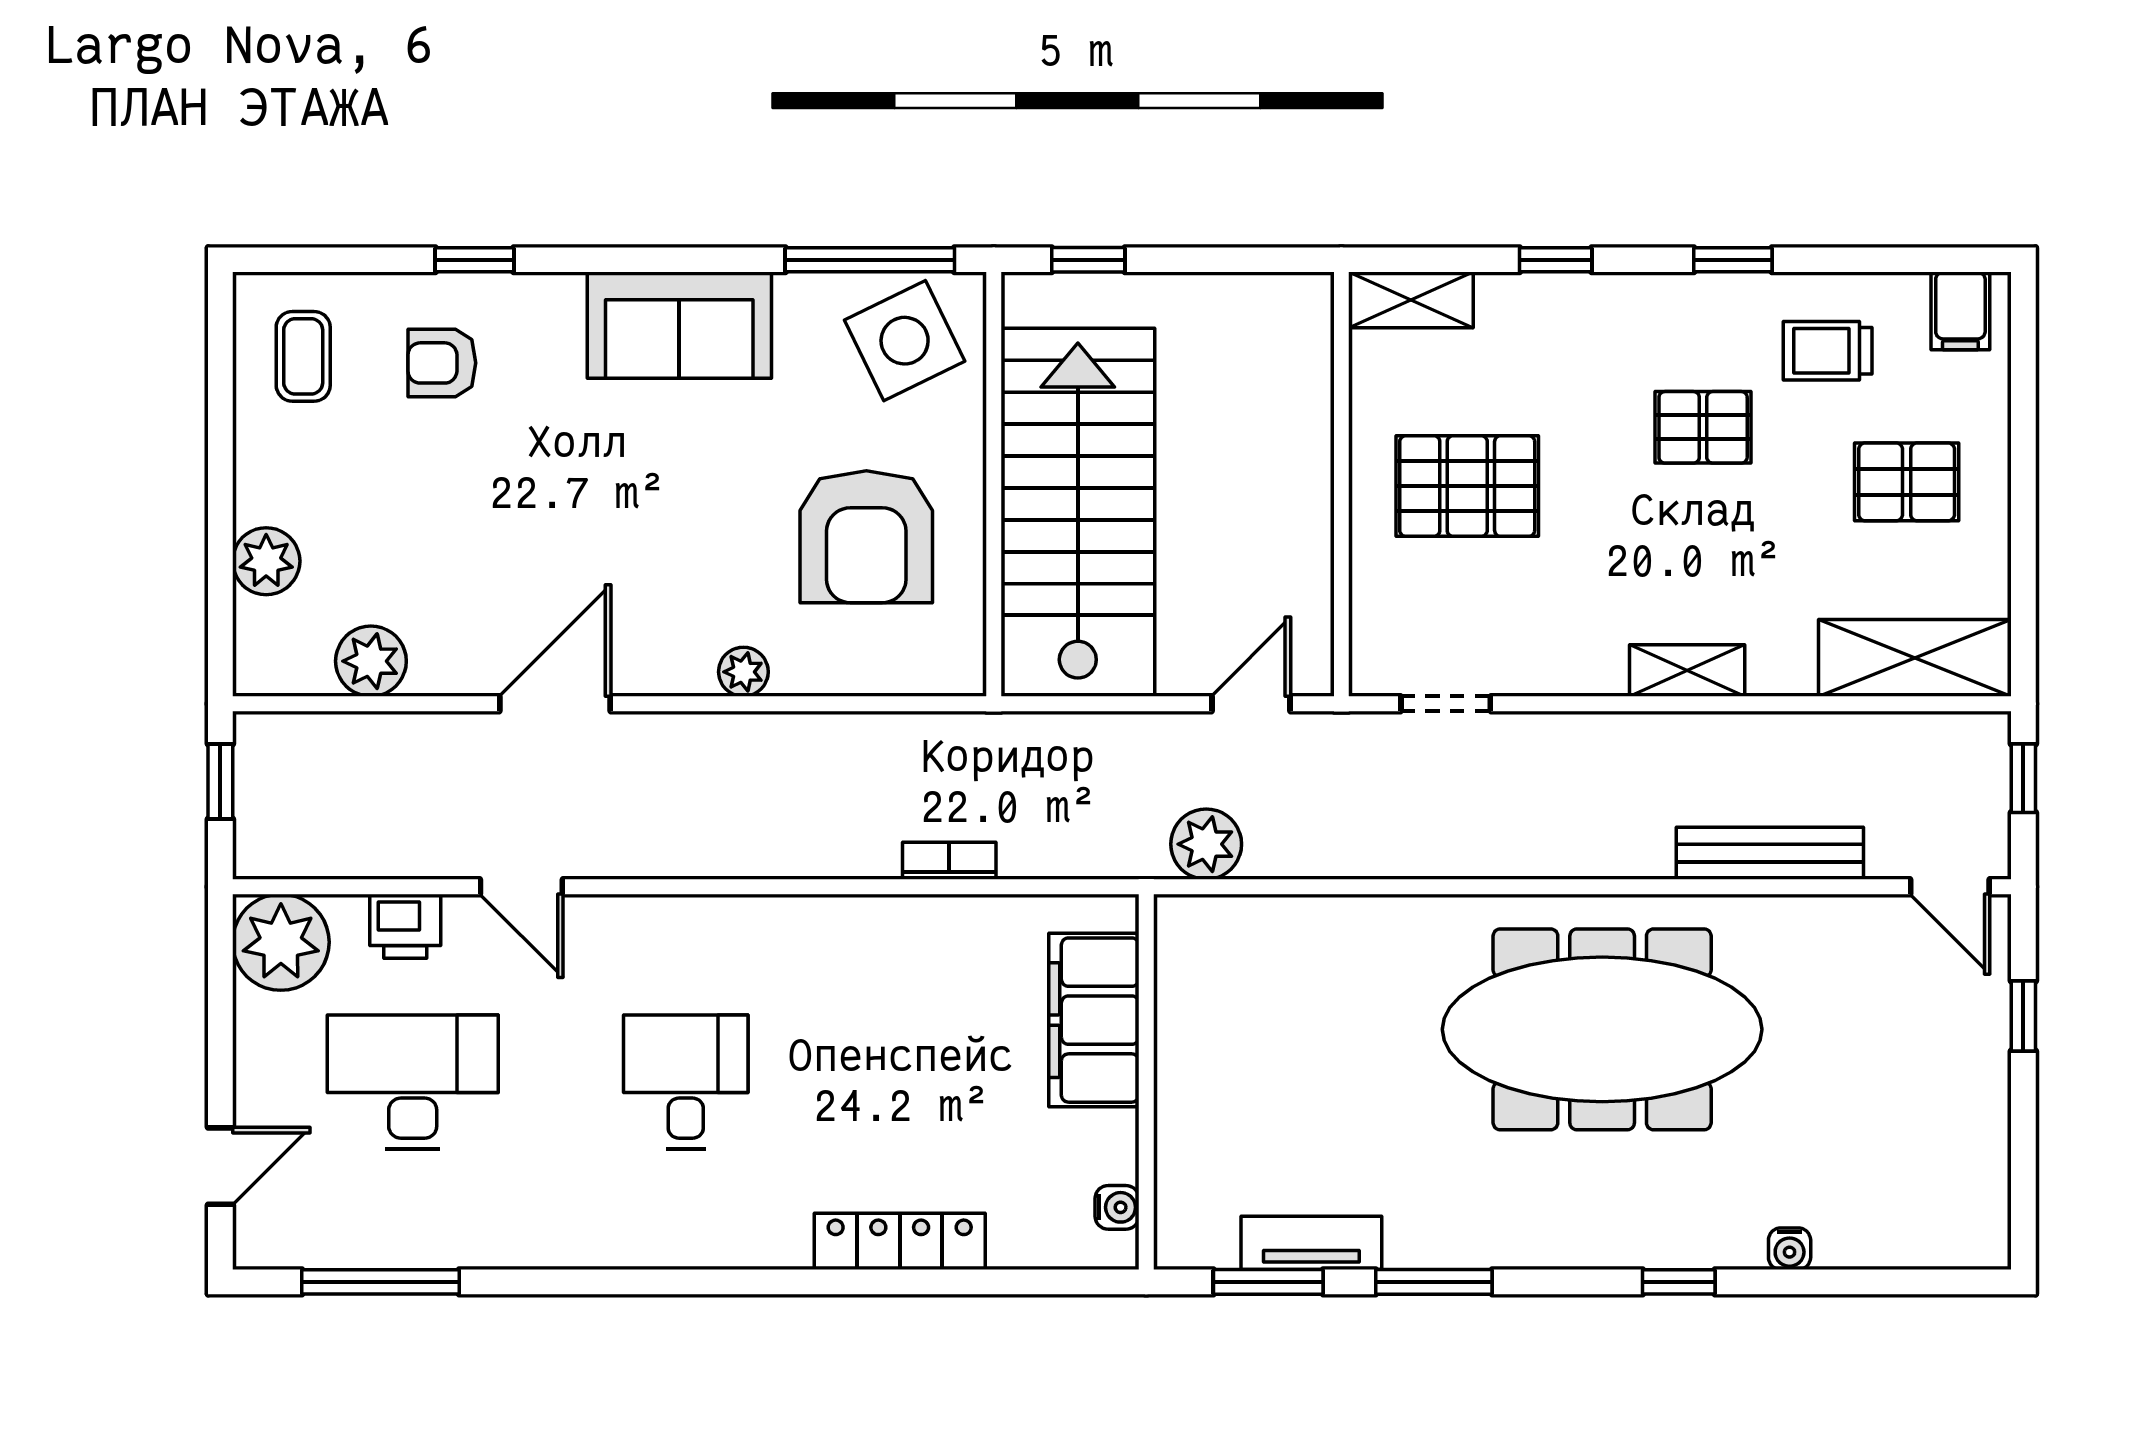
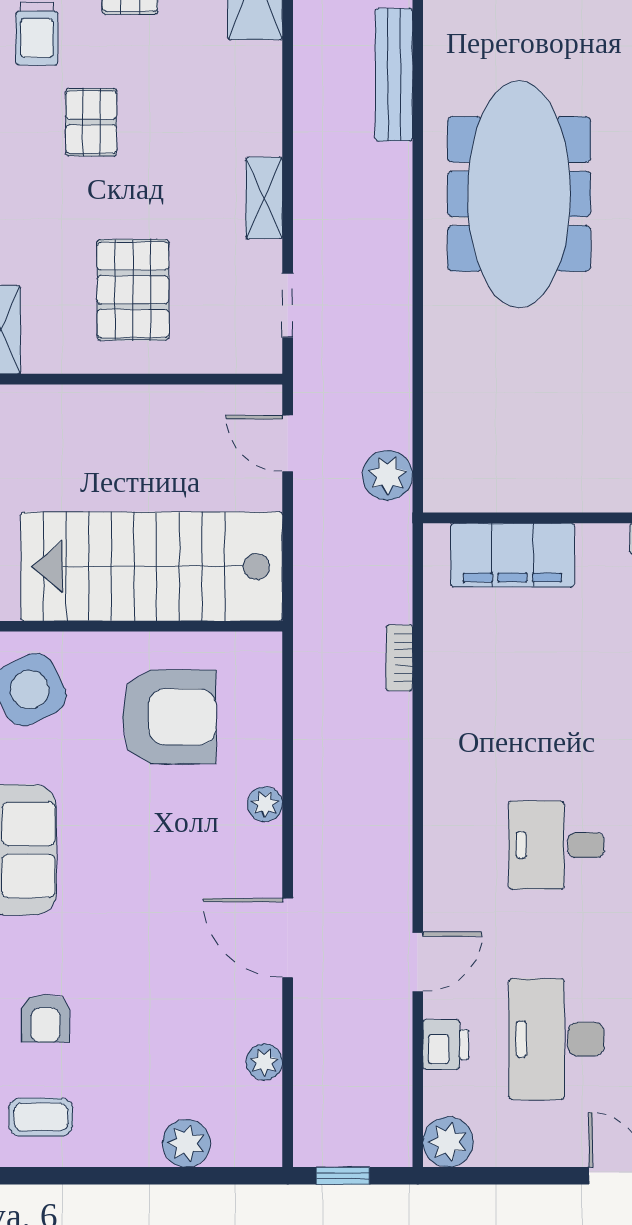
plant: (371, 661) -> (264, 1062), width x0.73, depth x0.73
shelving: (1687, 671) -> (264, 198), moved
plant: (281, 942) -> (448, 1142), width x0.73, depth x0.73

